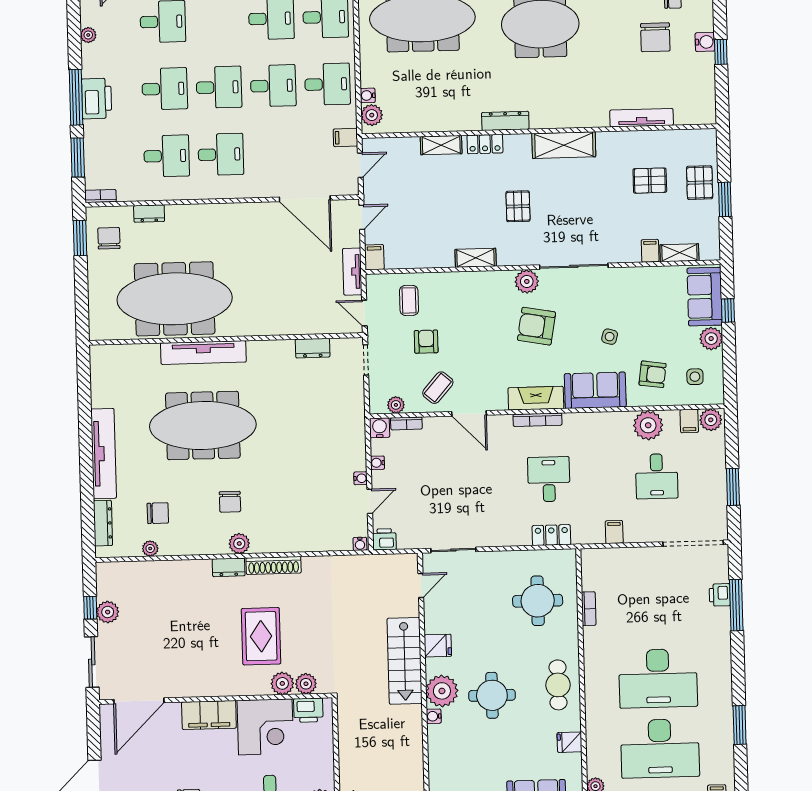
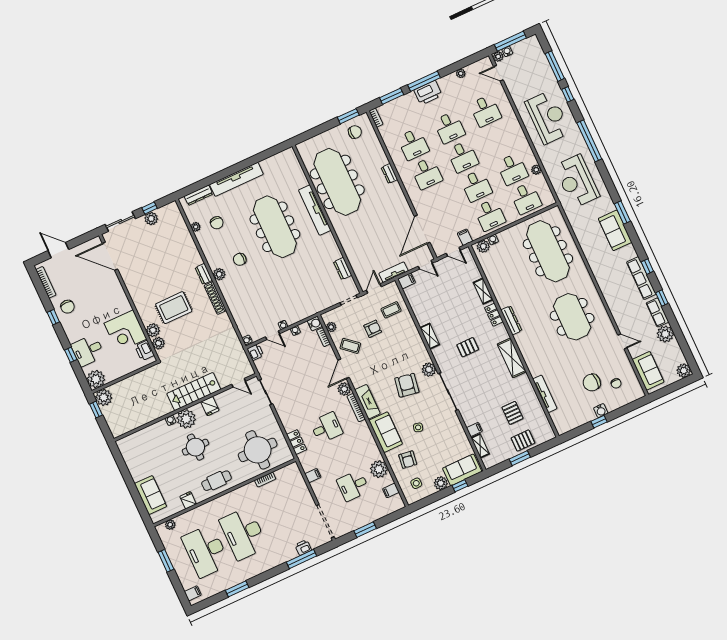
dresser: (149, 214) -> (389, 173), moved
plant: (711, 420) -> (344, 389), moved
round table: (538, 601) -> (258, 450), width x1.36, depth x1.36
filing cabinet: (209, 715) -> (119, 298), removed

